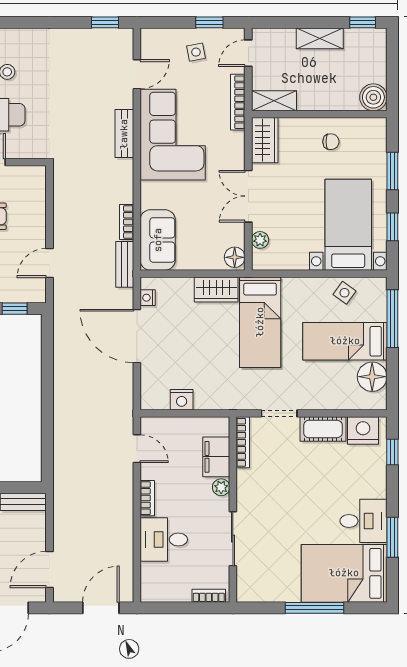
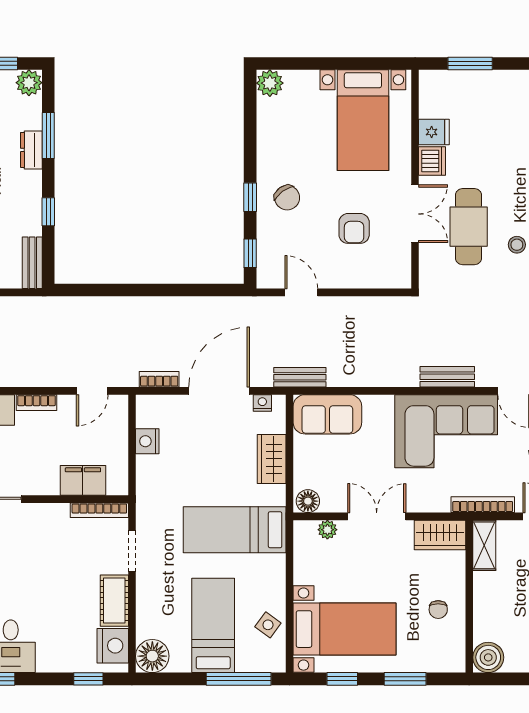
bookcase: (127, 222) -> (159, 379), moved
wardrobe: (216, 290) -> (272, 459), moved
floor lamp: (372, 377) -> (152, 656), moved
plant: (221, 487) -> (49, 486), removed

